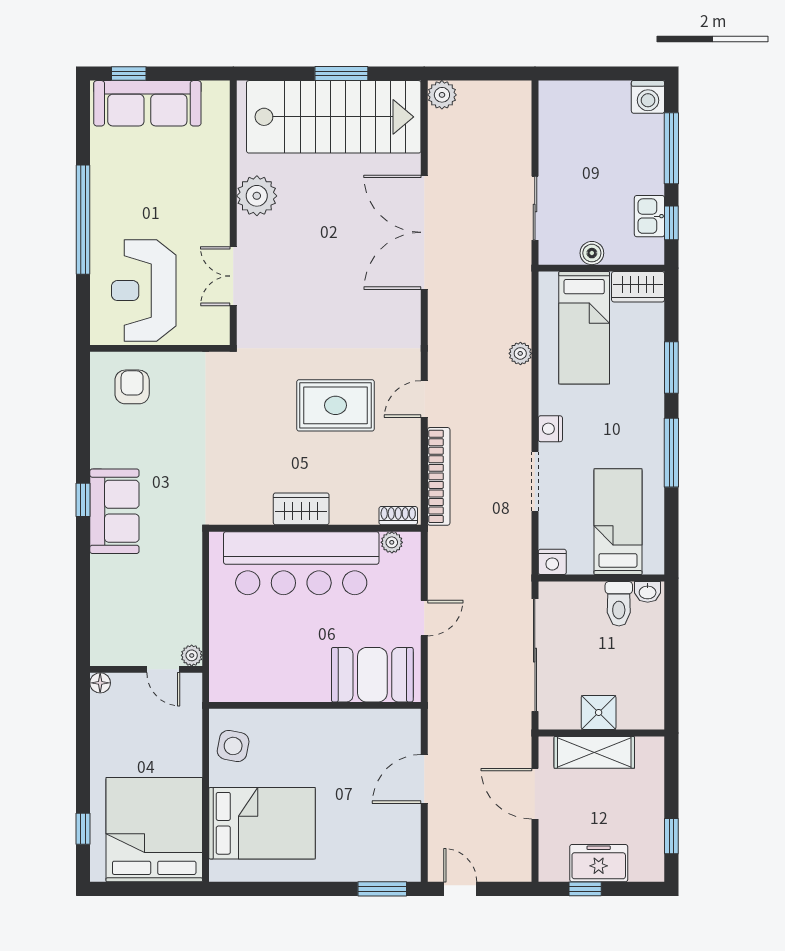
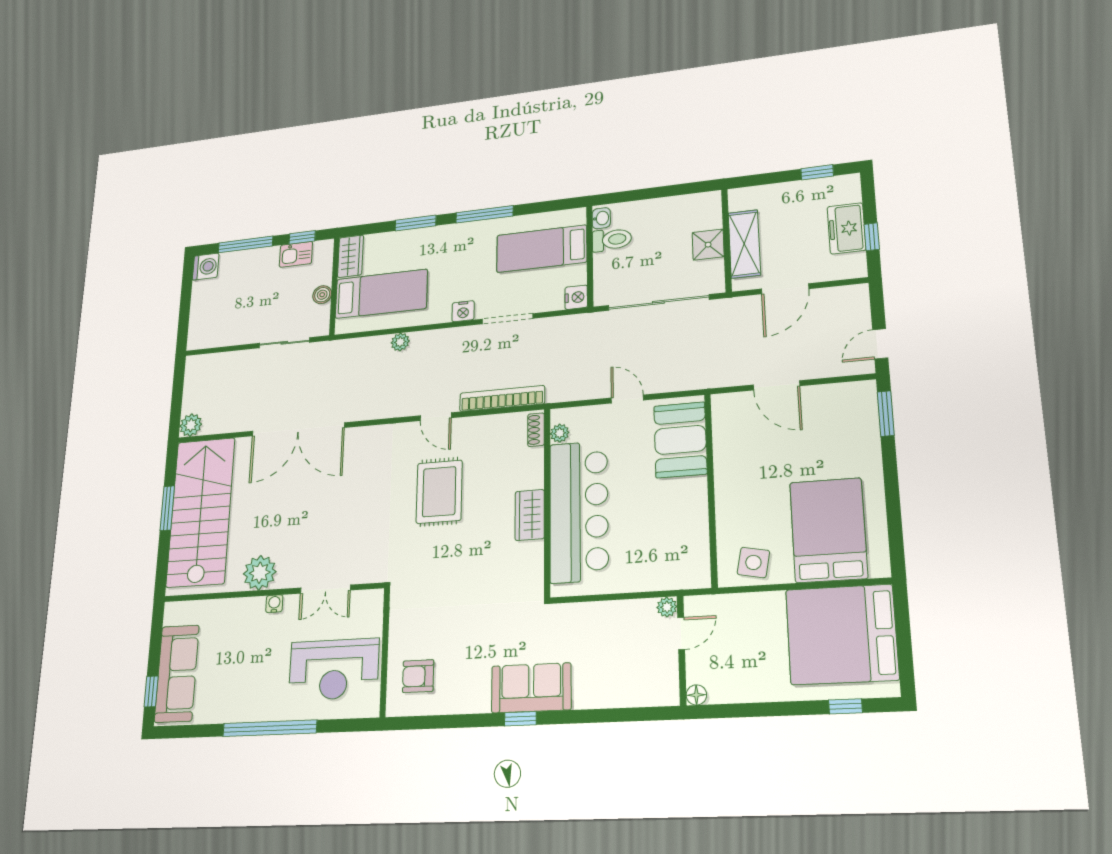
water cooler: (220, 216) -> (274, 604), added

